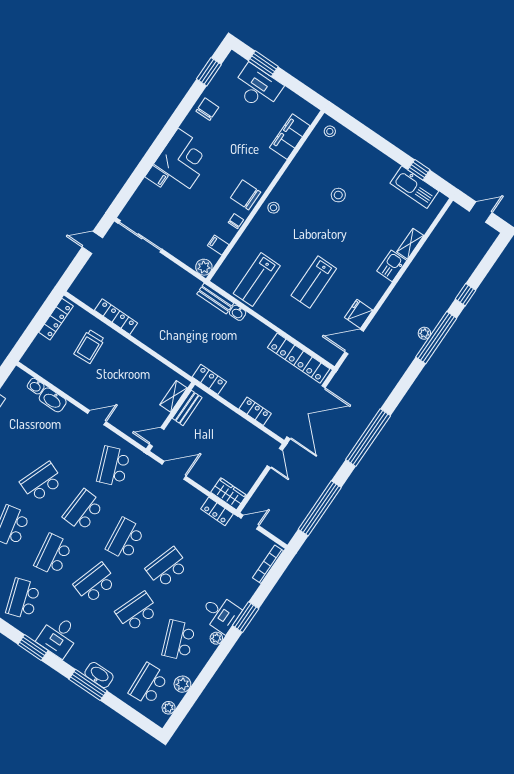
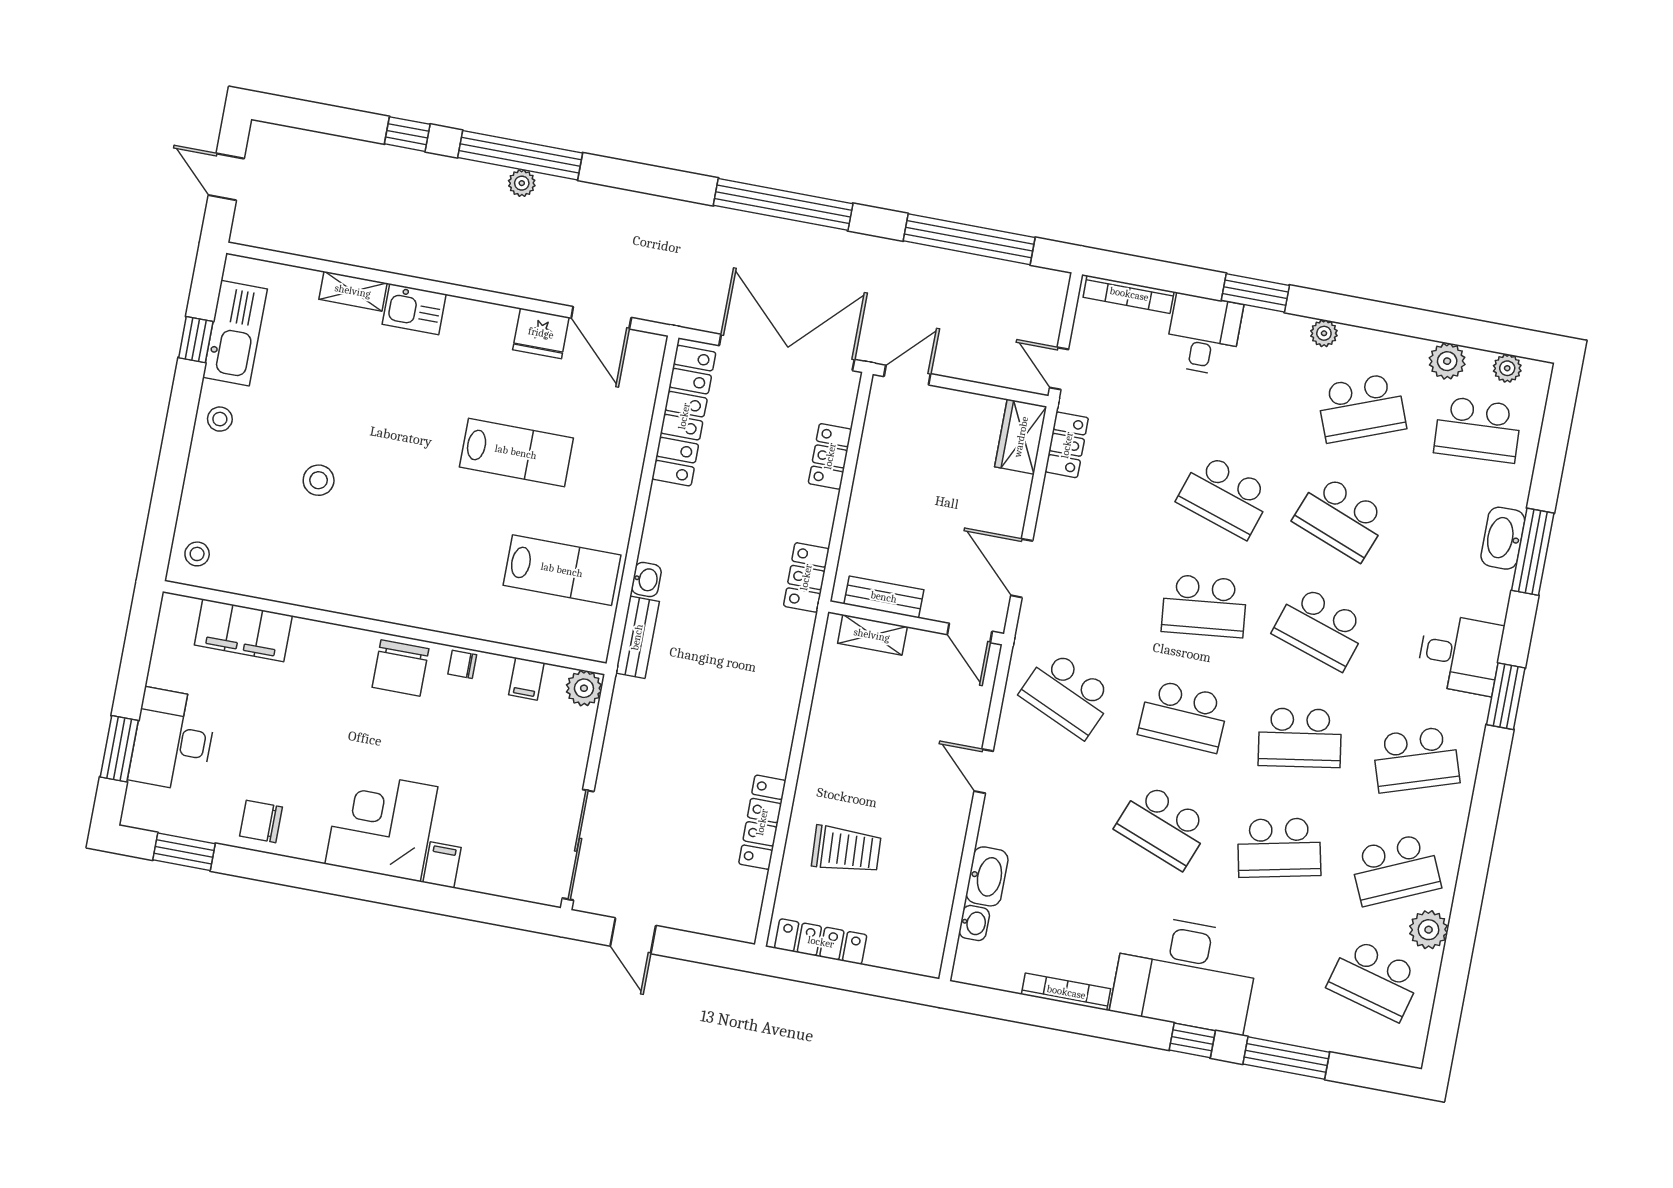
stool: (273, 208) -> (220, 419), moved
school desk: (113, 466) -> (1067, 694), turned 45
desk: (220, 613) -> (1204, 334), moved

